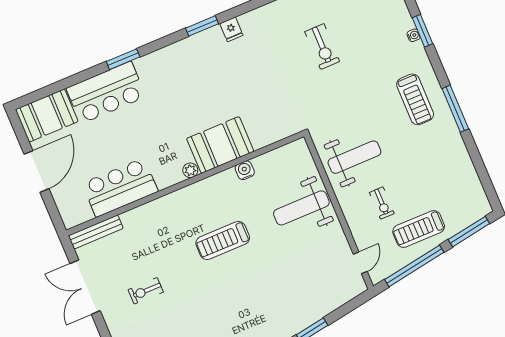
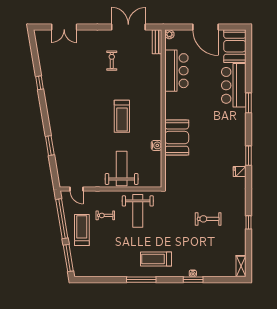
plant: (190, 170) -> (169, 34), moved
bench: (96, 232) -> (157, 42), width x0.73
treadmill: (223, 240) -> (122, 116), turned 180

